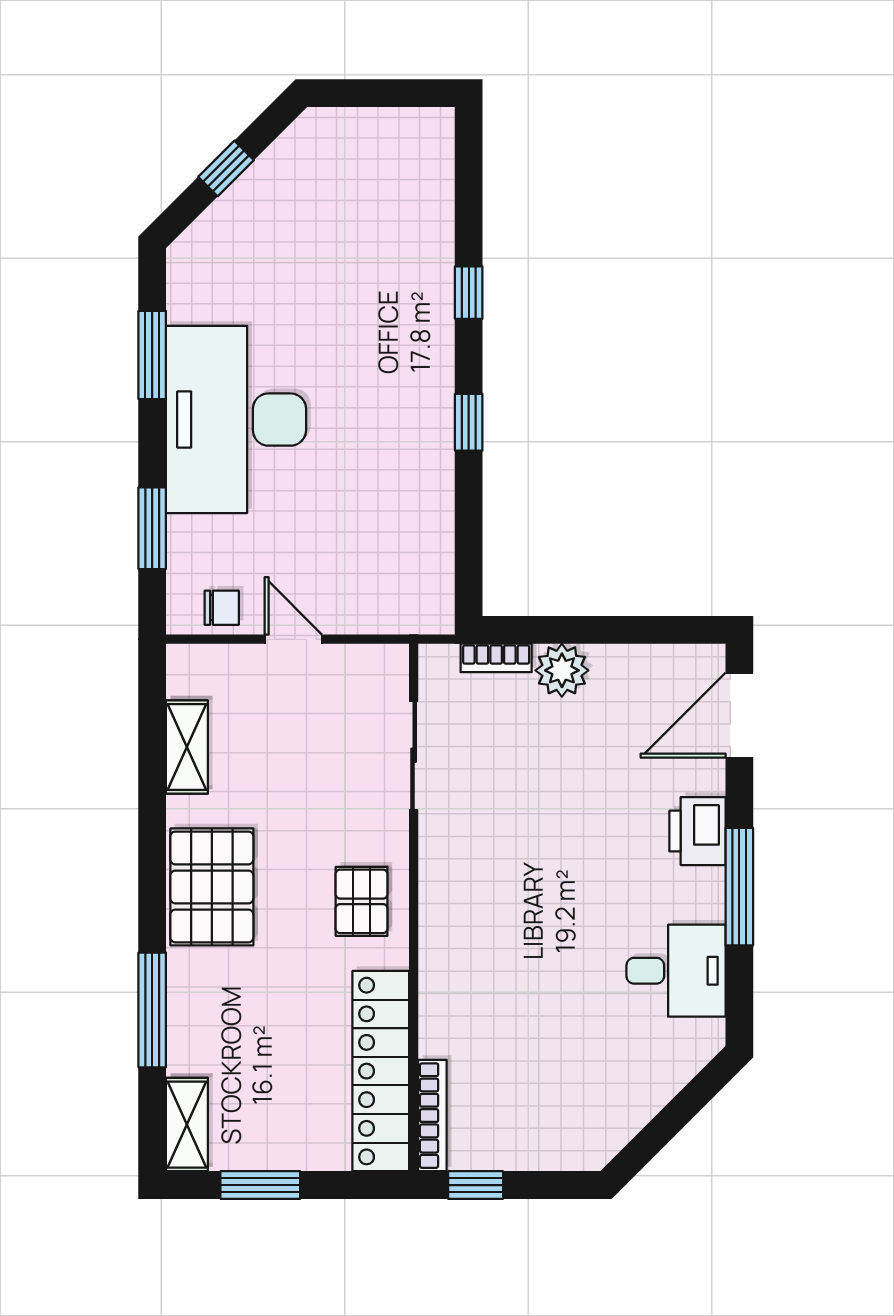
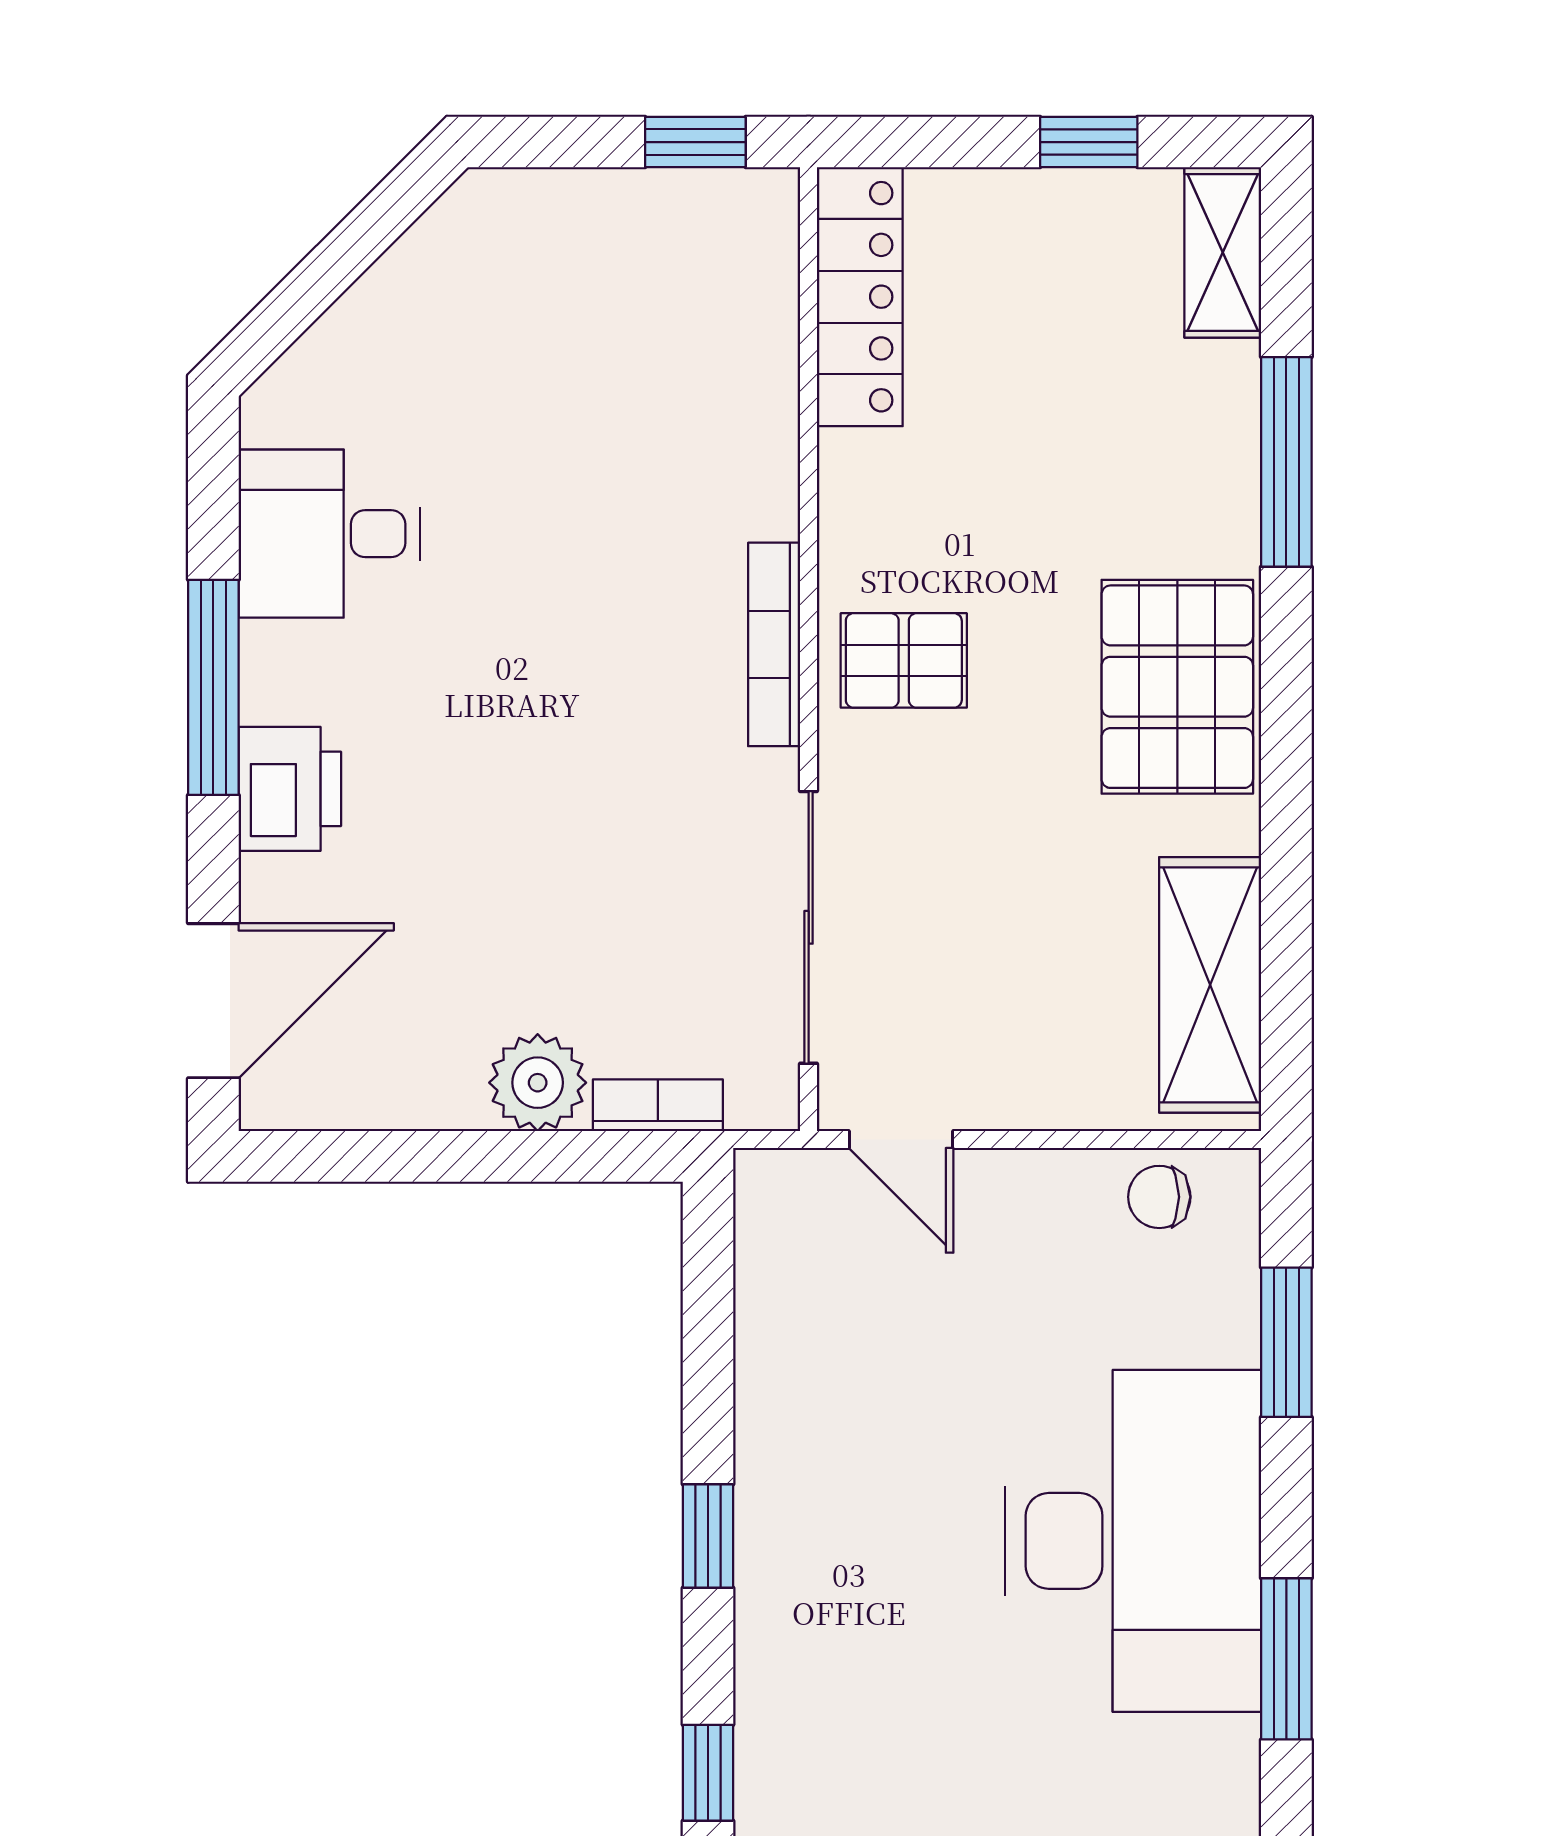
door: (293, 639) -> (901, 1140), moved
shelving: (187, 747) -> (1210, 985), width x1.50, depth x1.33
sliding door: (414, 755) -> (809, 927), width x1.37
pallet: (362, 901) -> (904, 660), turned 90
locker: (381, 1071) -> (860, 297), width x0.71, depth x0.83
bookcase: (432, 1116) -> (774, 644), moved
window: (260, 1185) -> (1089, 142), width x0.67

